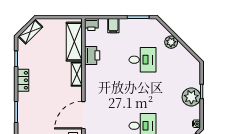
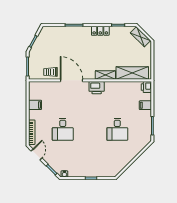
plant: (171, 42) -> (132, 153), removed
printer: (92, 55) -> (97, 88), moved
plant: (191, 97) -> (86, 170), removed

